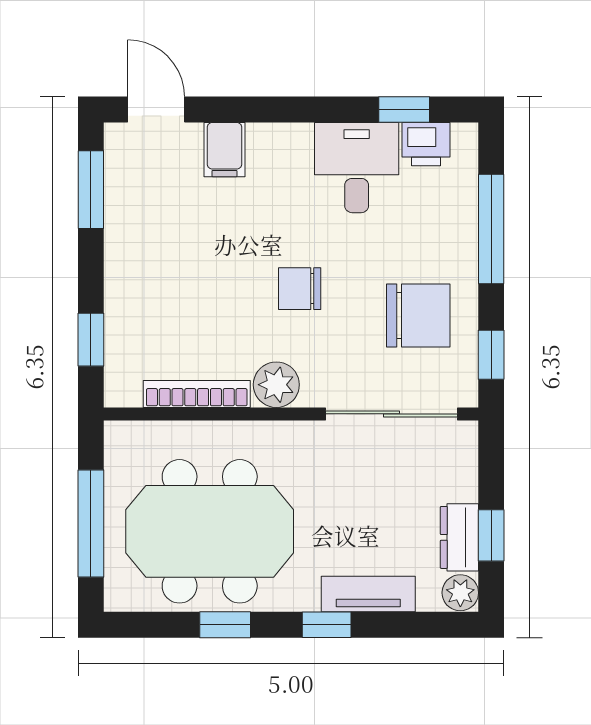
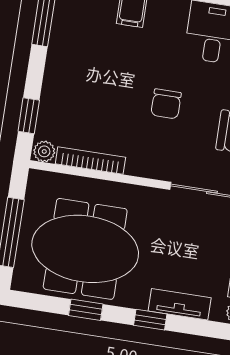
chair: (300, 289) -> (166, 104), turned -90
plant: (276, 385) -> (44, 151), moved, width x0.73, depth x0.73

